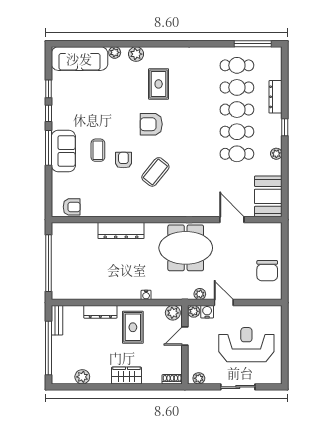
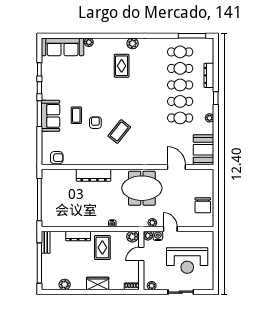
plant: (136, 54) -> (133, 43), moved
armchair: (151, 124) -> (116, 96), removed
reception desk: (246, 345) -> (187, 261), turned 180

